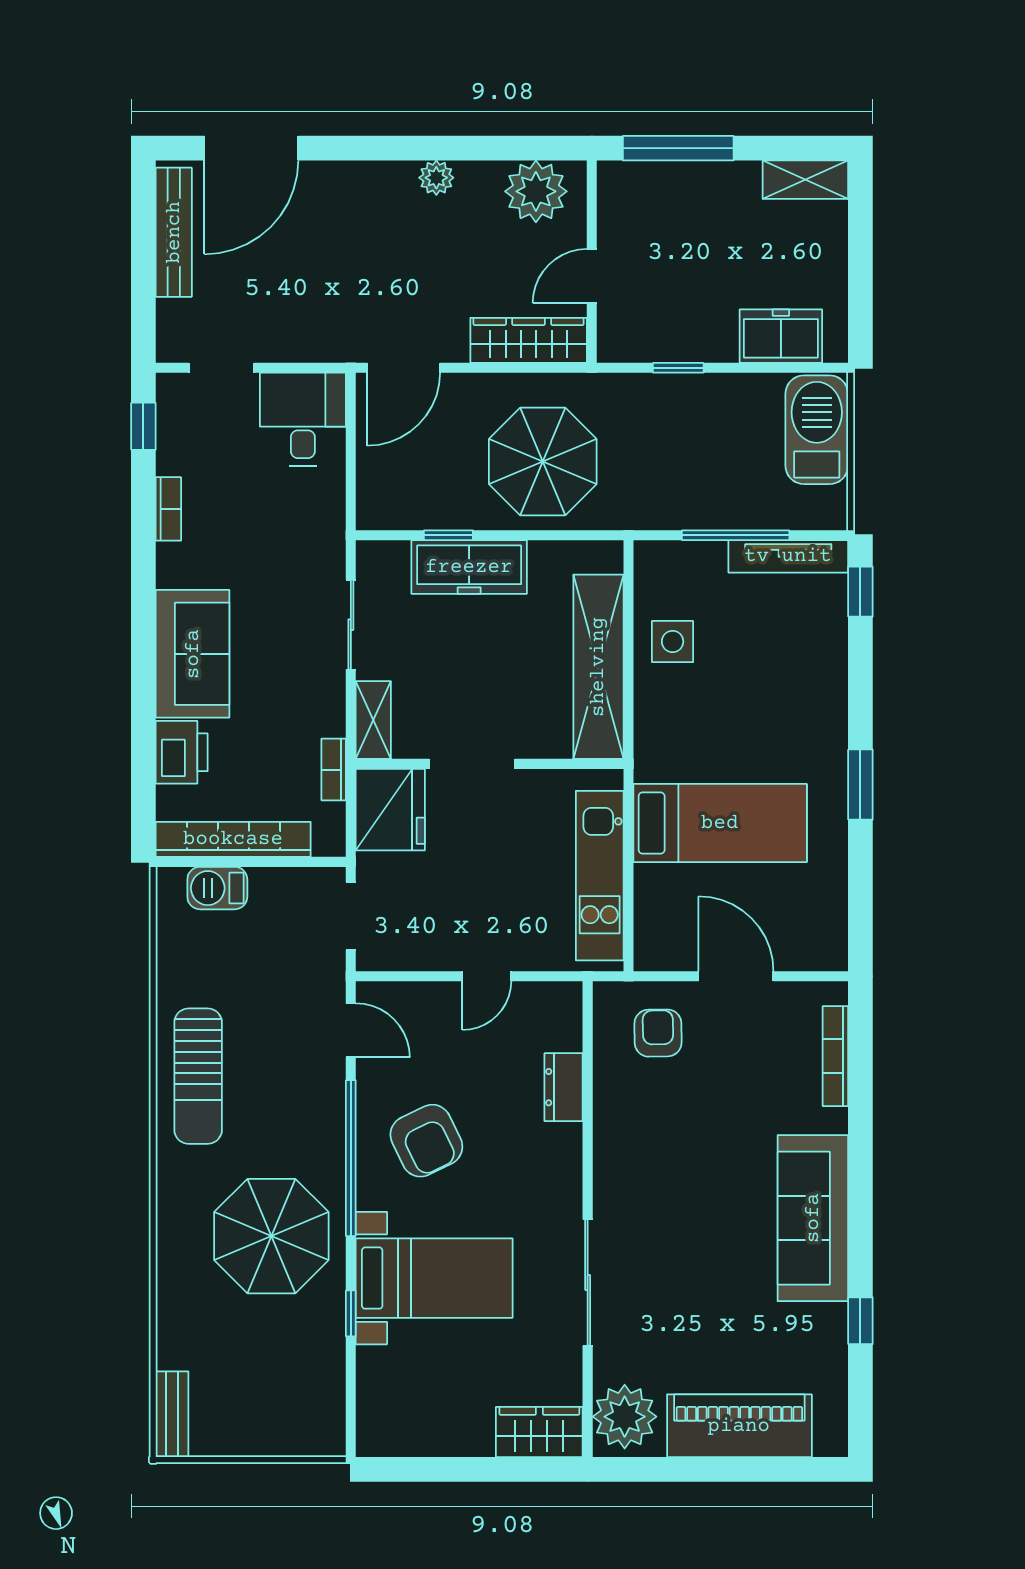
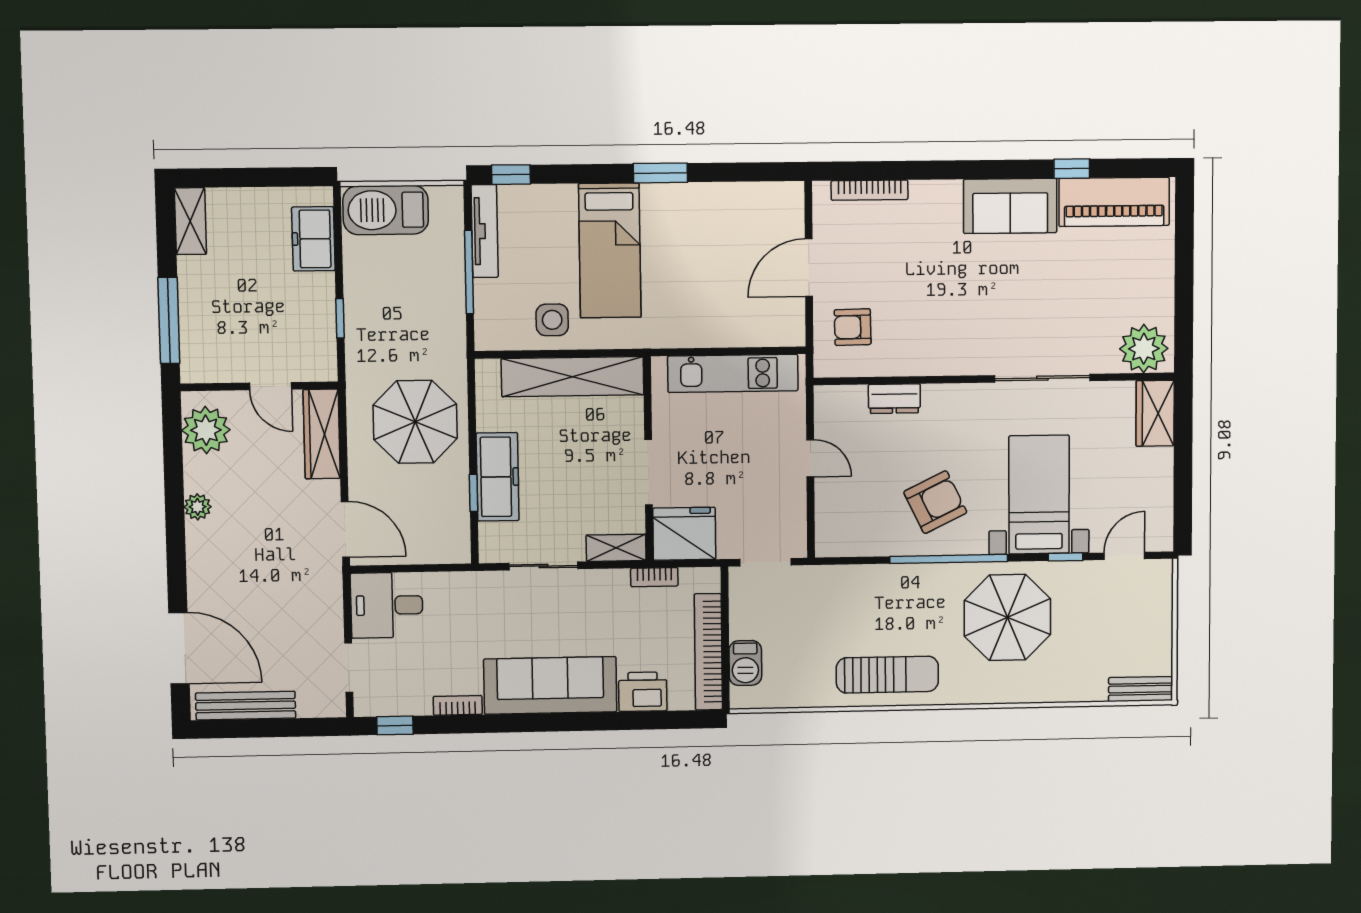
sofa: (193, 654) -> (550, 685), width x1.36
bed: (720, 823) -> (610, 250), moved, turned 180
door: (351, 1030) -> (1124, 556), moved
sofa: (813, 1218) -> (1010, 206), width x0.73
piano: (739, 1426) -> (1114, 202), moved, turned -90

